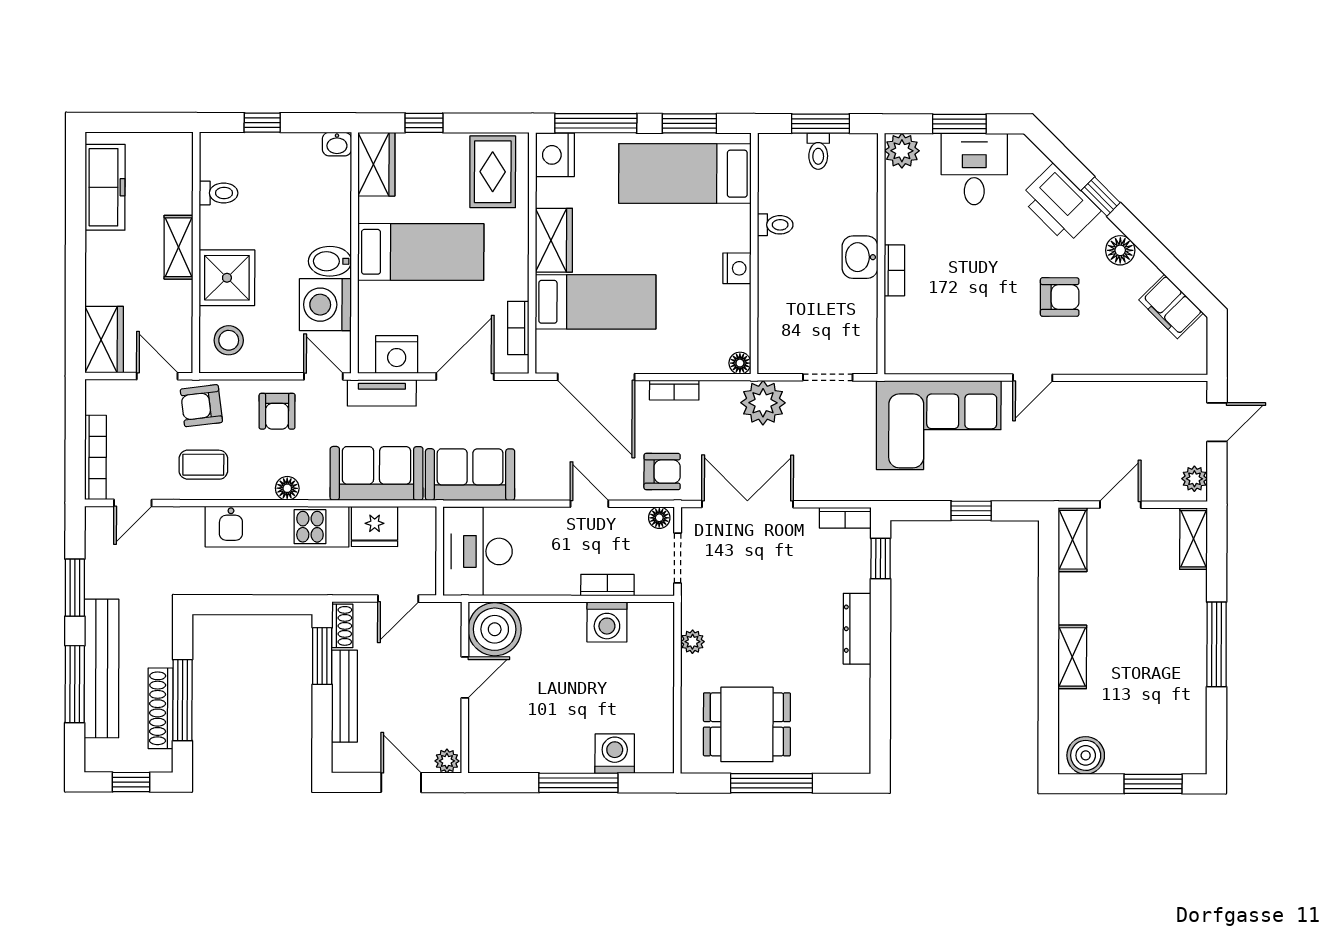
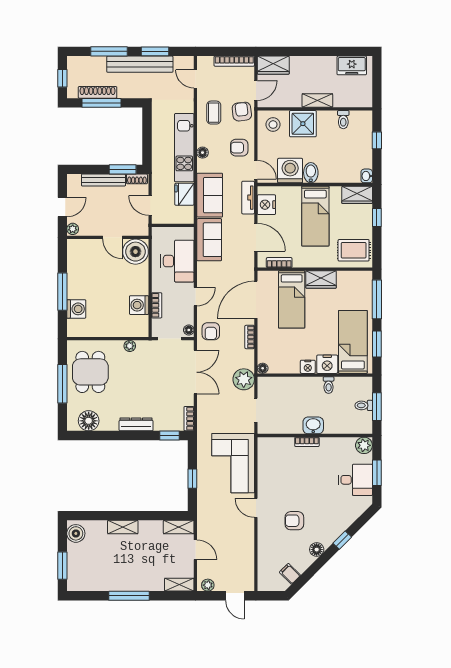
nightstand: (555, 155) -> (327, 364), moved, turned 180
freezer: (105, 187) -> (352, 65), width x0.71
printer: (1060, 204) -> (339, 521), removed
armchair: (1060, 297) -> (294, 521), turned 90
filing cabinet: (1171, 307) -> (290, 574), width x0.50
door: (323, 376) -> (256, 170), hinge flipped
bookcase: (95, 457) -> (234, 61), moved
desk: (478, 551) -> (177, 261), moved, turned 90
bench: (102, 668) -> (140, 64), moved
floor lamp: (849, 728) -> (89, 421), added

